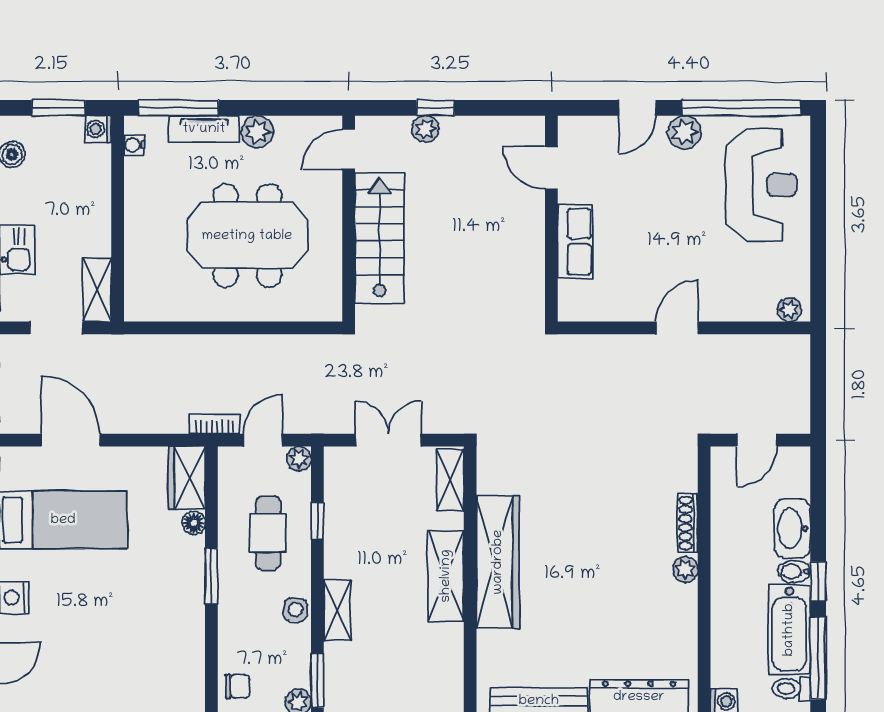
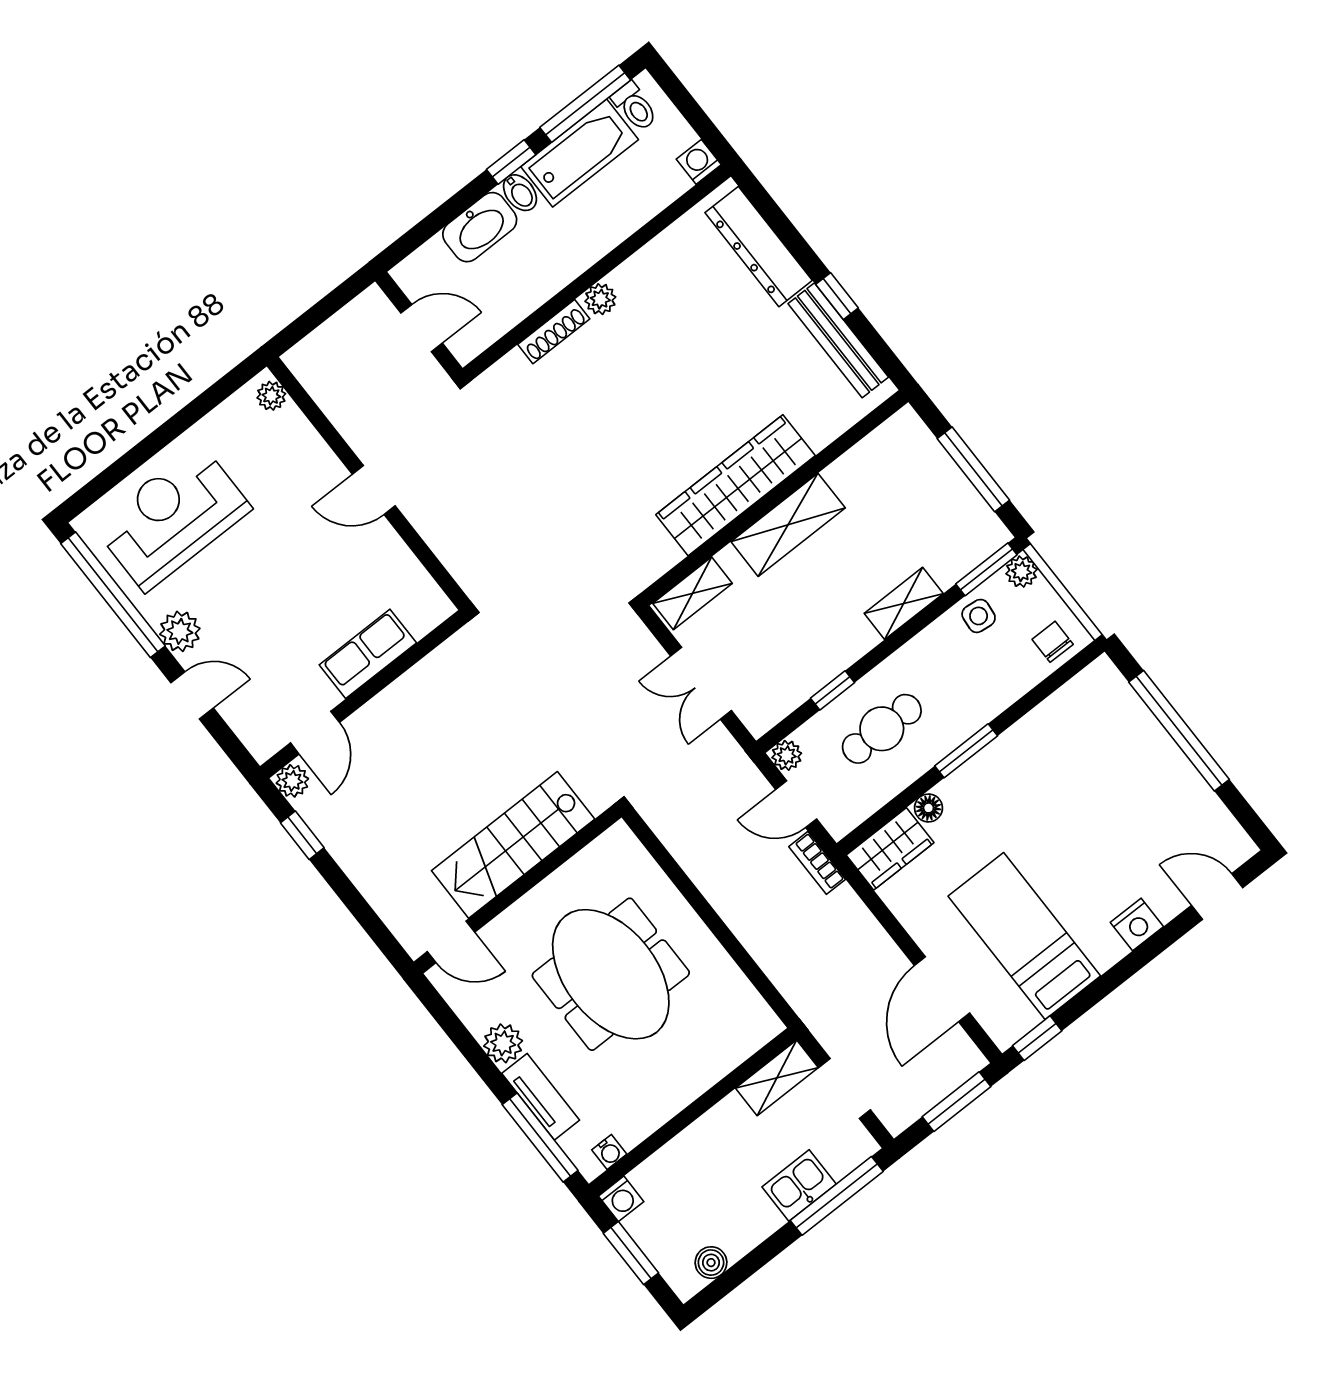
window: (436, 108) -> (302, 835), moved
plant: (425, 129) -> (292, 781), moved
side table: (295, 610) -> (979, 616), moved

